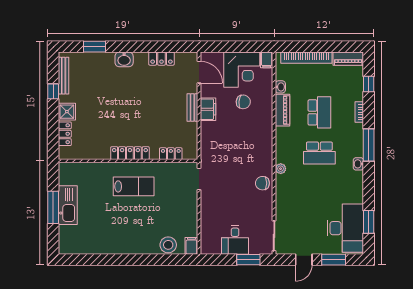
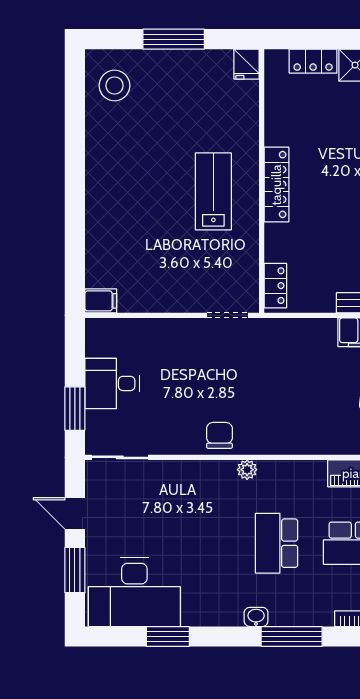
locker: (171, 154) -> (275, 286), moved
fridge: (66, 169) -> (247, 64), added
lab bench: (134, 186) -> (213, 191), turned 180
kitchen sink: (68, 205) -> (178, 67), removed
window: (369, 222) -> (168, 637), moved
stool: (168, 245) -> (114, 86), moved

